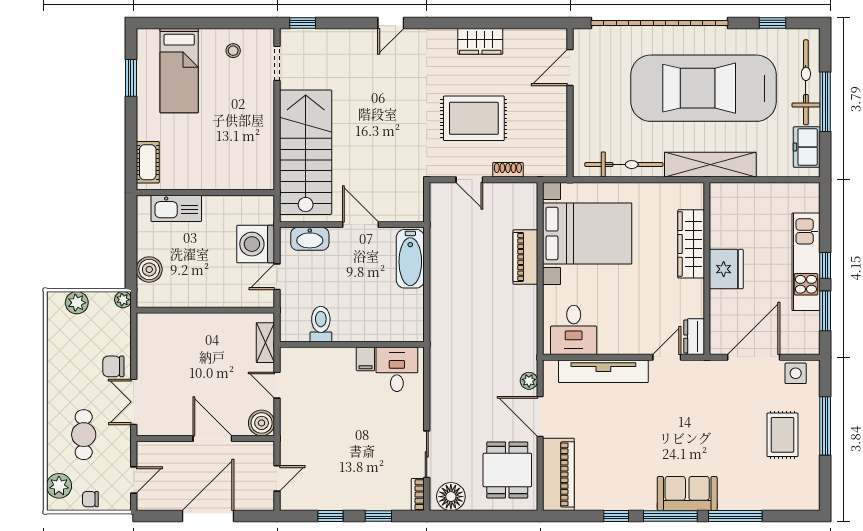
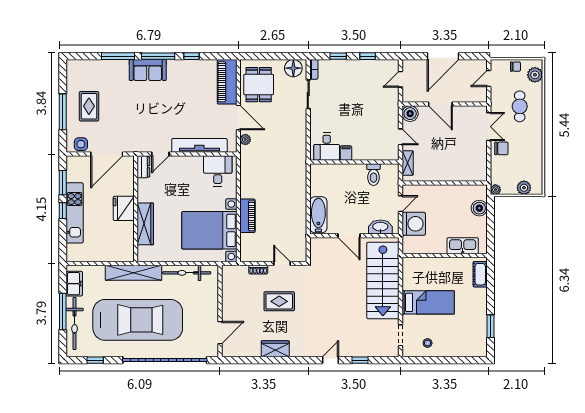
window: (303, 23) -> (360, 360), moved
bed: (179, 71) -> (428, 302), moved, turned 90
rug: (474, 118) -> (279, 301), width x0.73, depth x0.70

